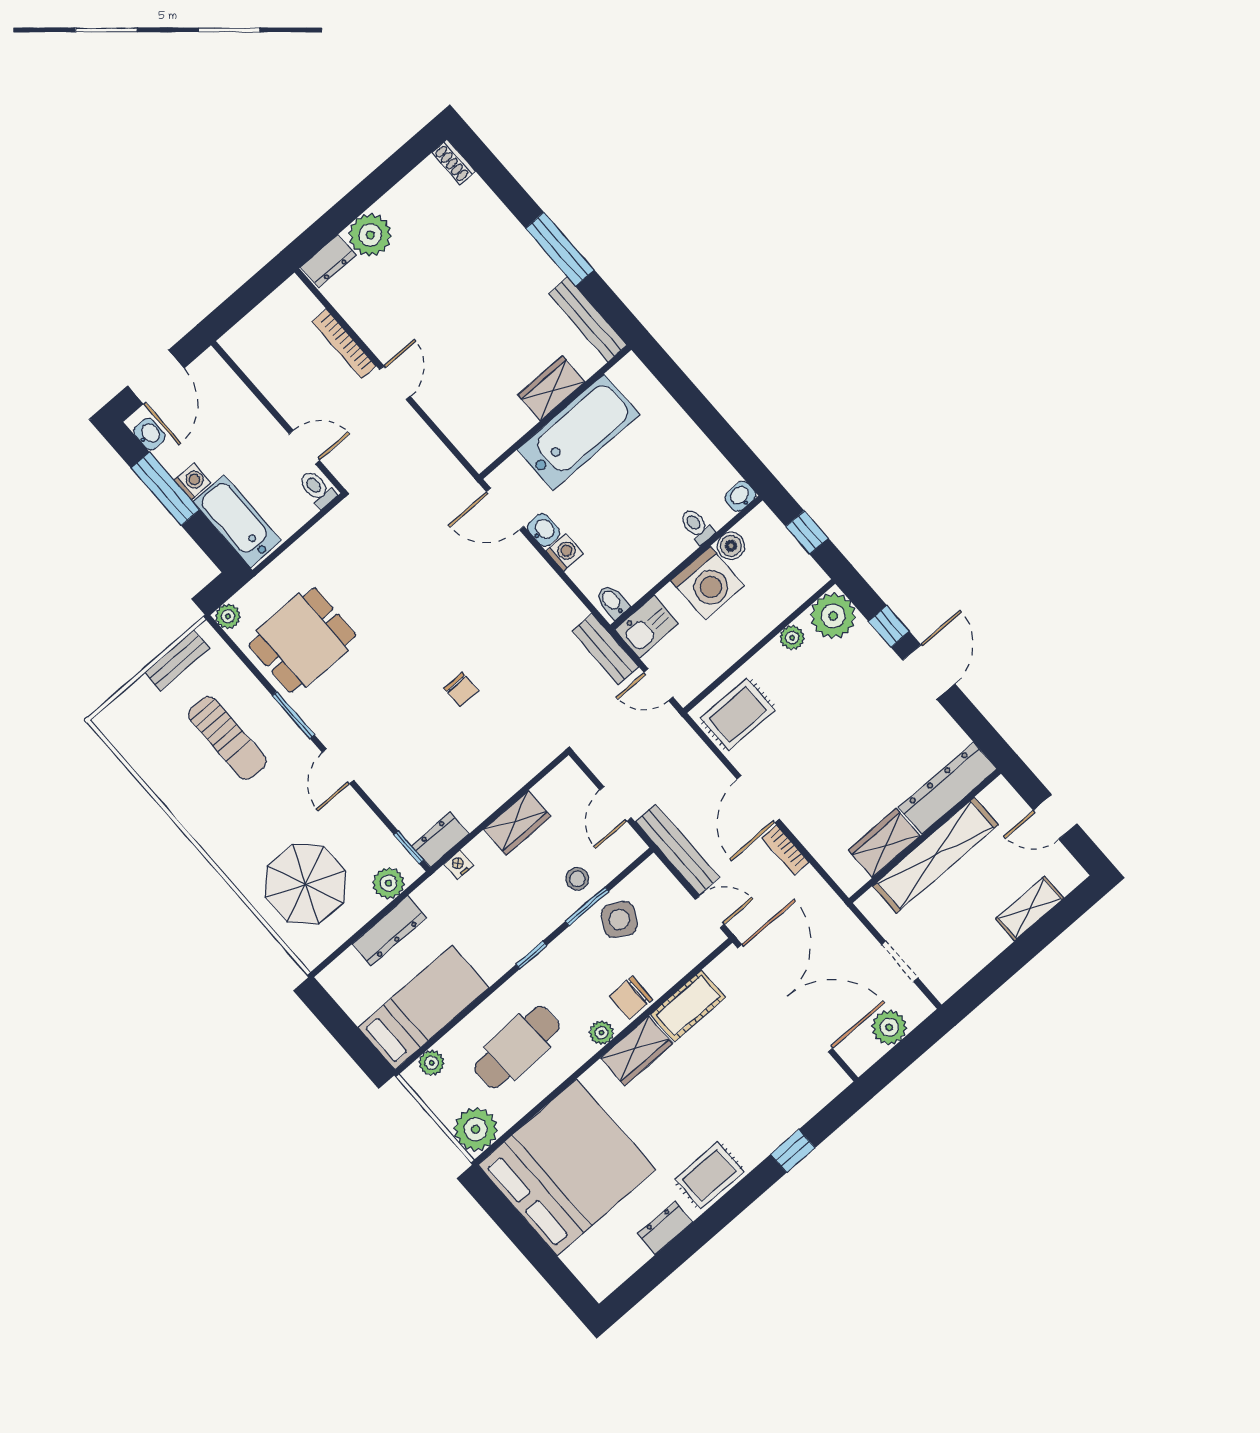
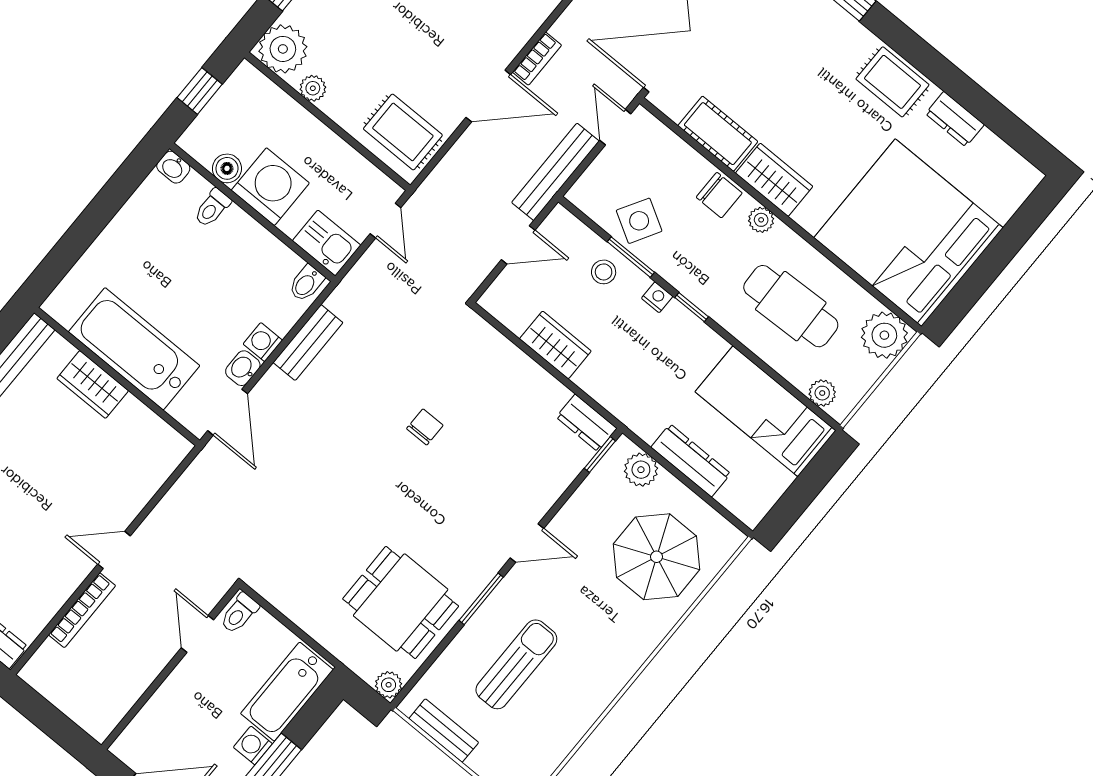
bench: (605, 649) -> (308, 342), moved
nightstand: (459, 865) -> (657, 297), moved, turned 180

